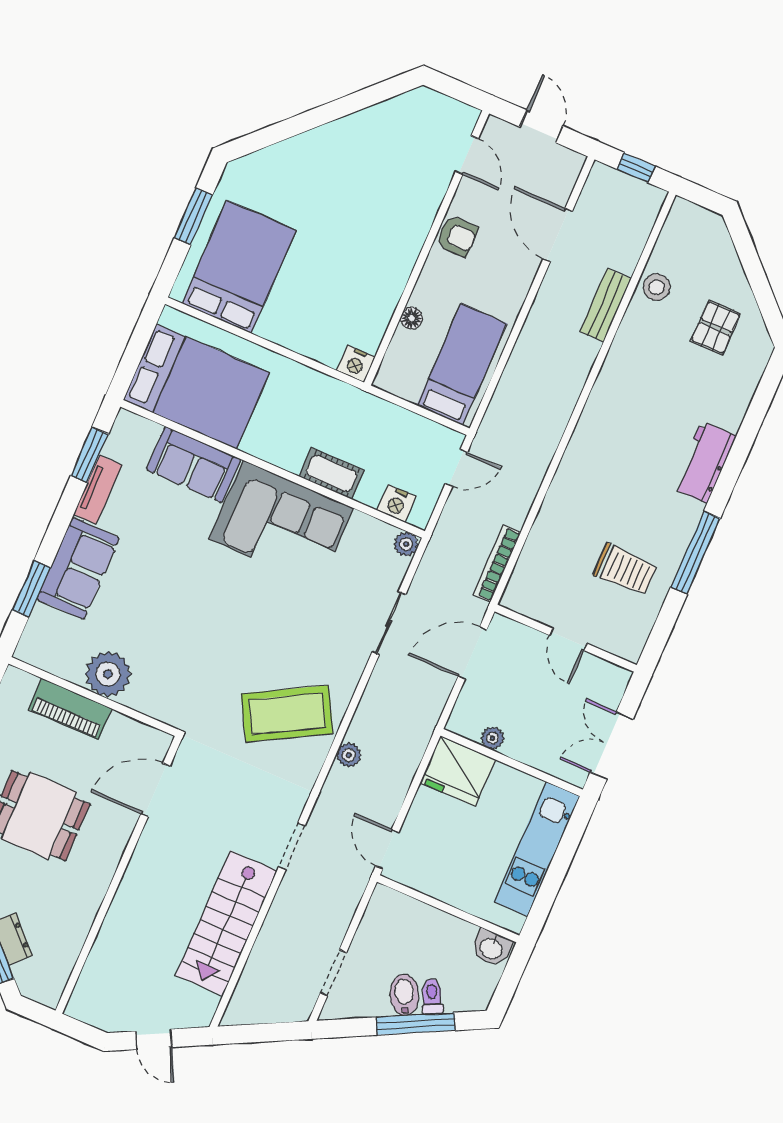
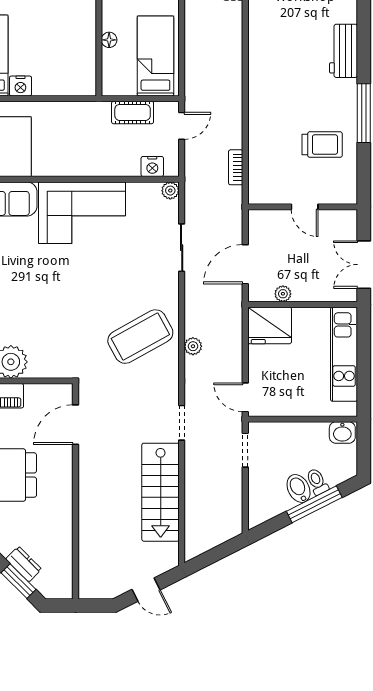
nightstand: (356, 364) -> (20, 86), moved
cot: (332, 473) -> (133, 112), moved
bookcase: (497, 563) -> (236, 167), width x0.64
door: (472, 653) -> (245, 264), moved
doorway: (333, 973) -> (245, 450), moved

